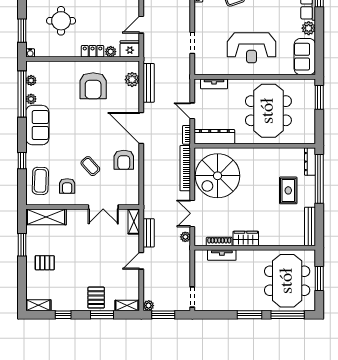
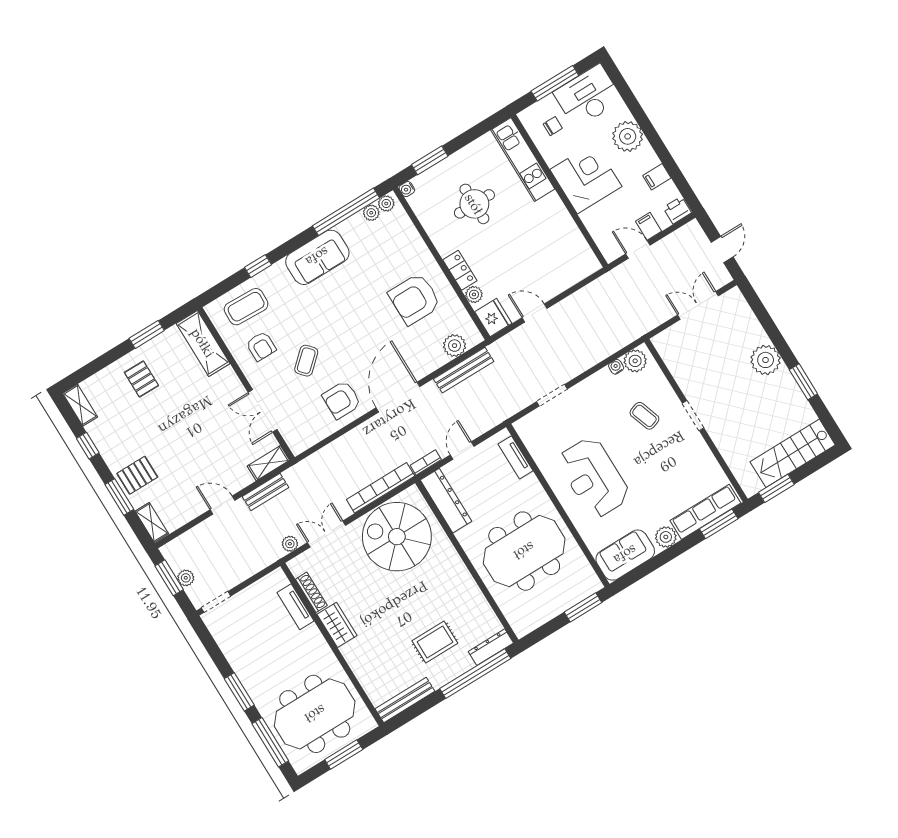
plant: (31, 99) -> (386, 203), moved
armchair: (67, 186) -> (261, 346), turned -90
plant: (149, 306) -> (186, 578), moved

